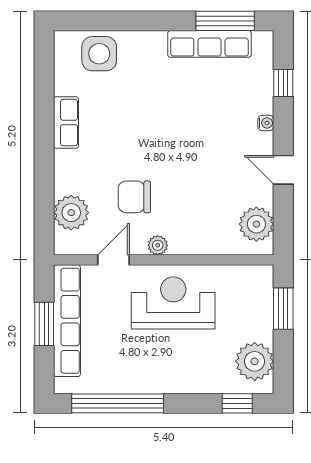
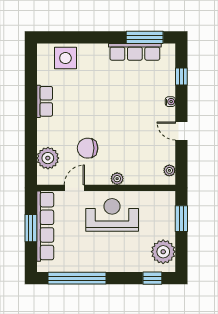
plant: (256, 224) -> (169, 170), width x0.53, depth x0.53
plant: (158, 245) -> (117, 179), moved

